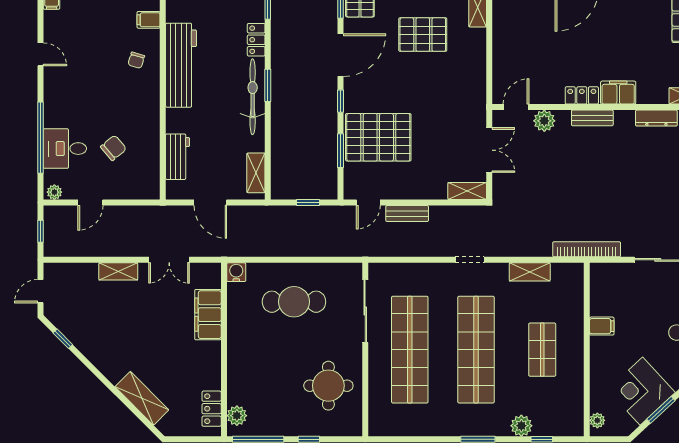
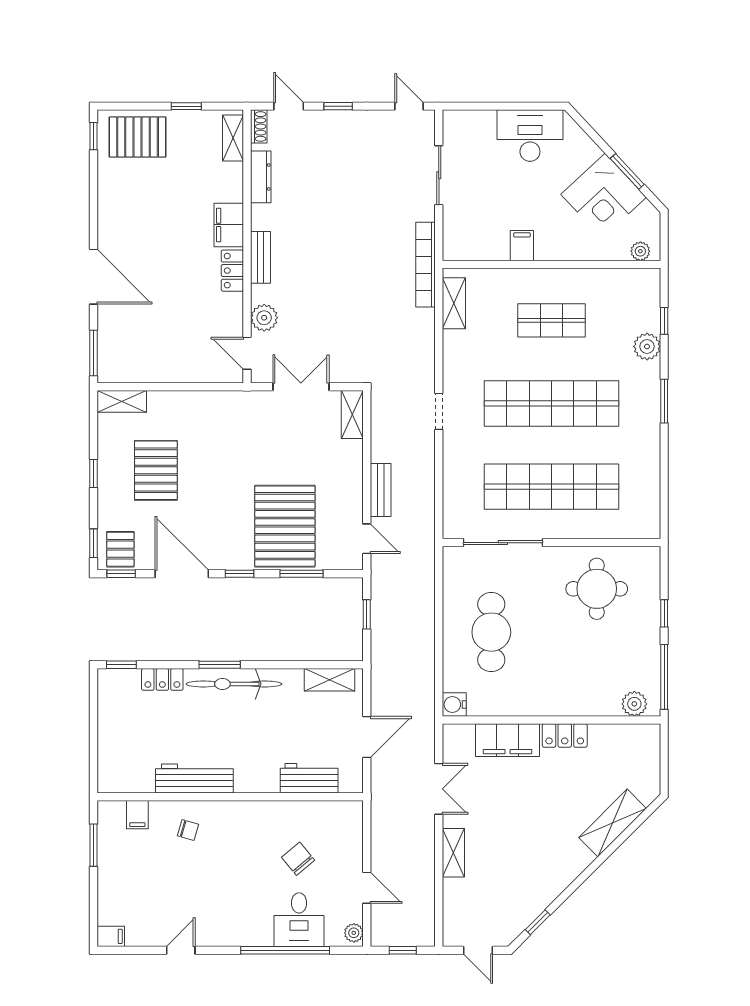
workbench: (181, 65) -> (194, 779), width x0.73, depth x0.76
shelving: (530, 272) -> (454, 303), moved
locker: (212, 409) -> (565, 735), moved

